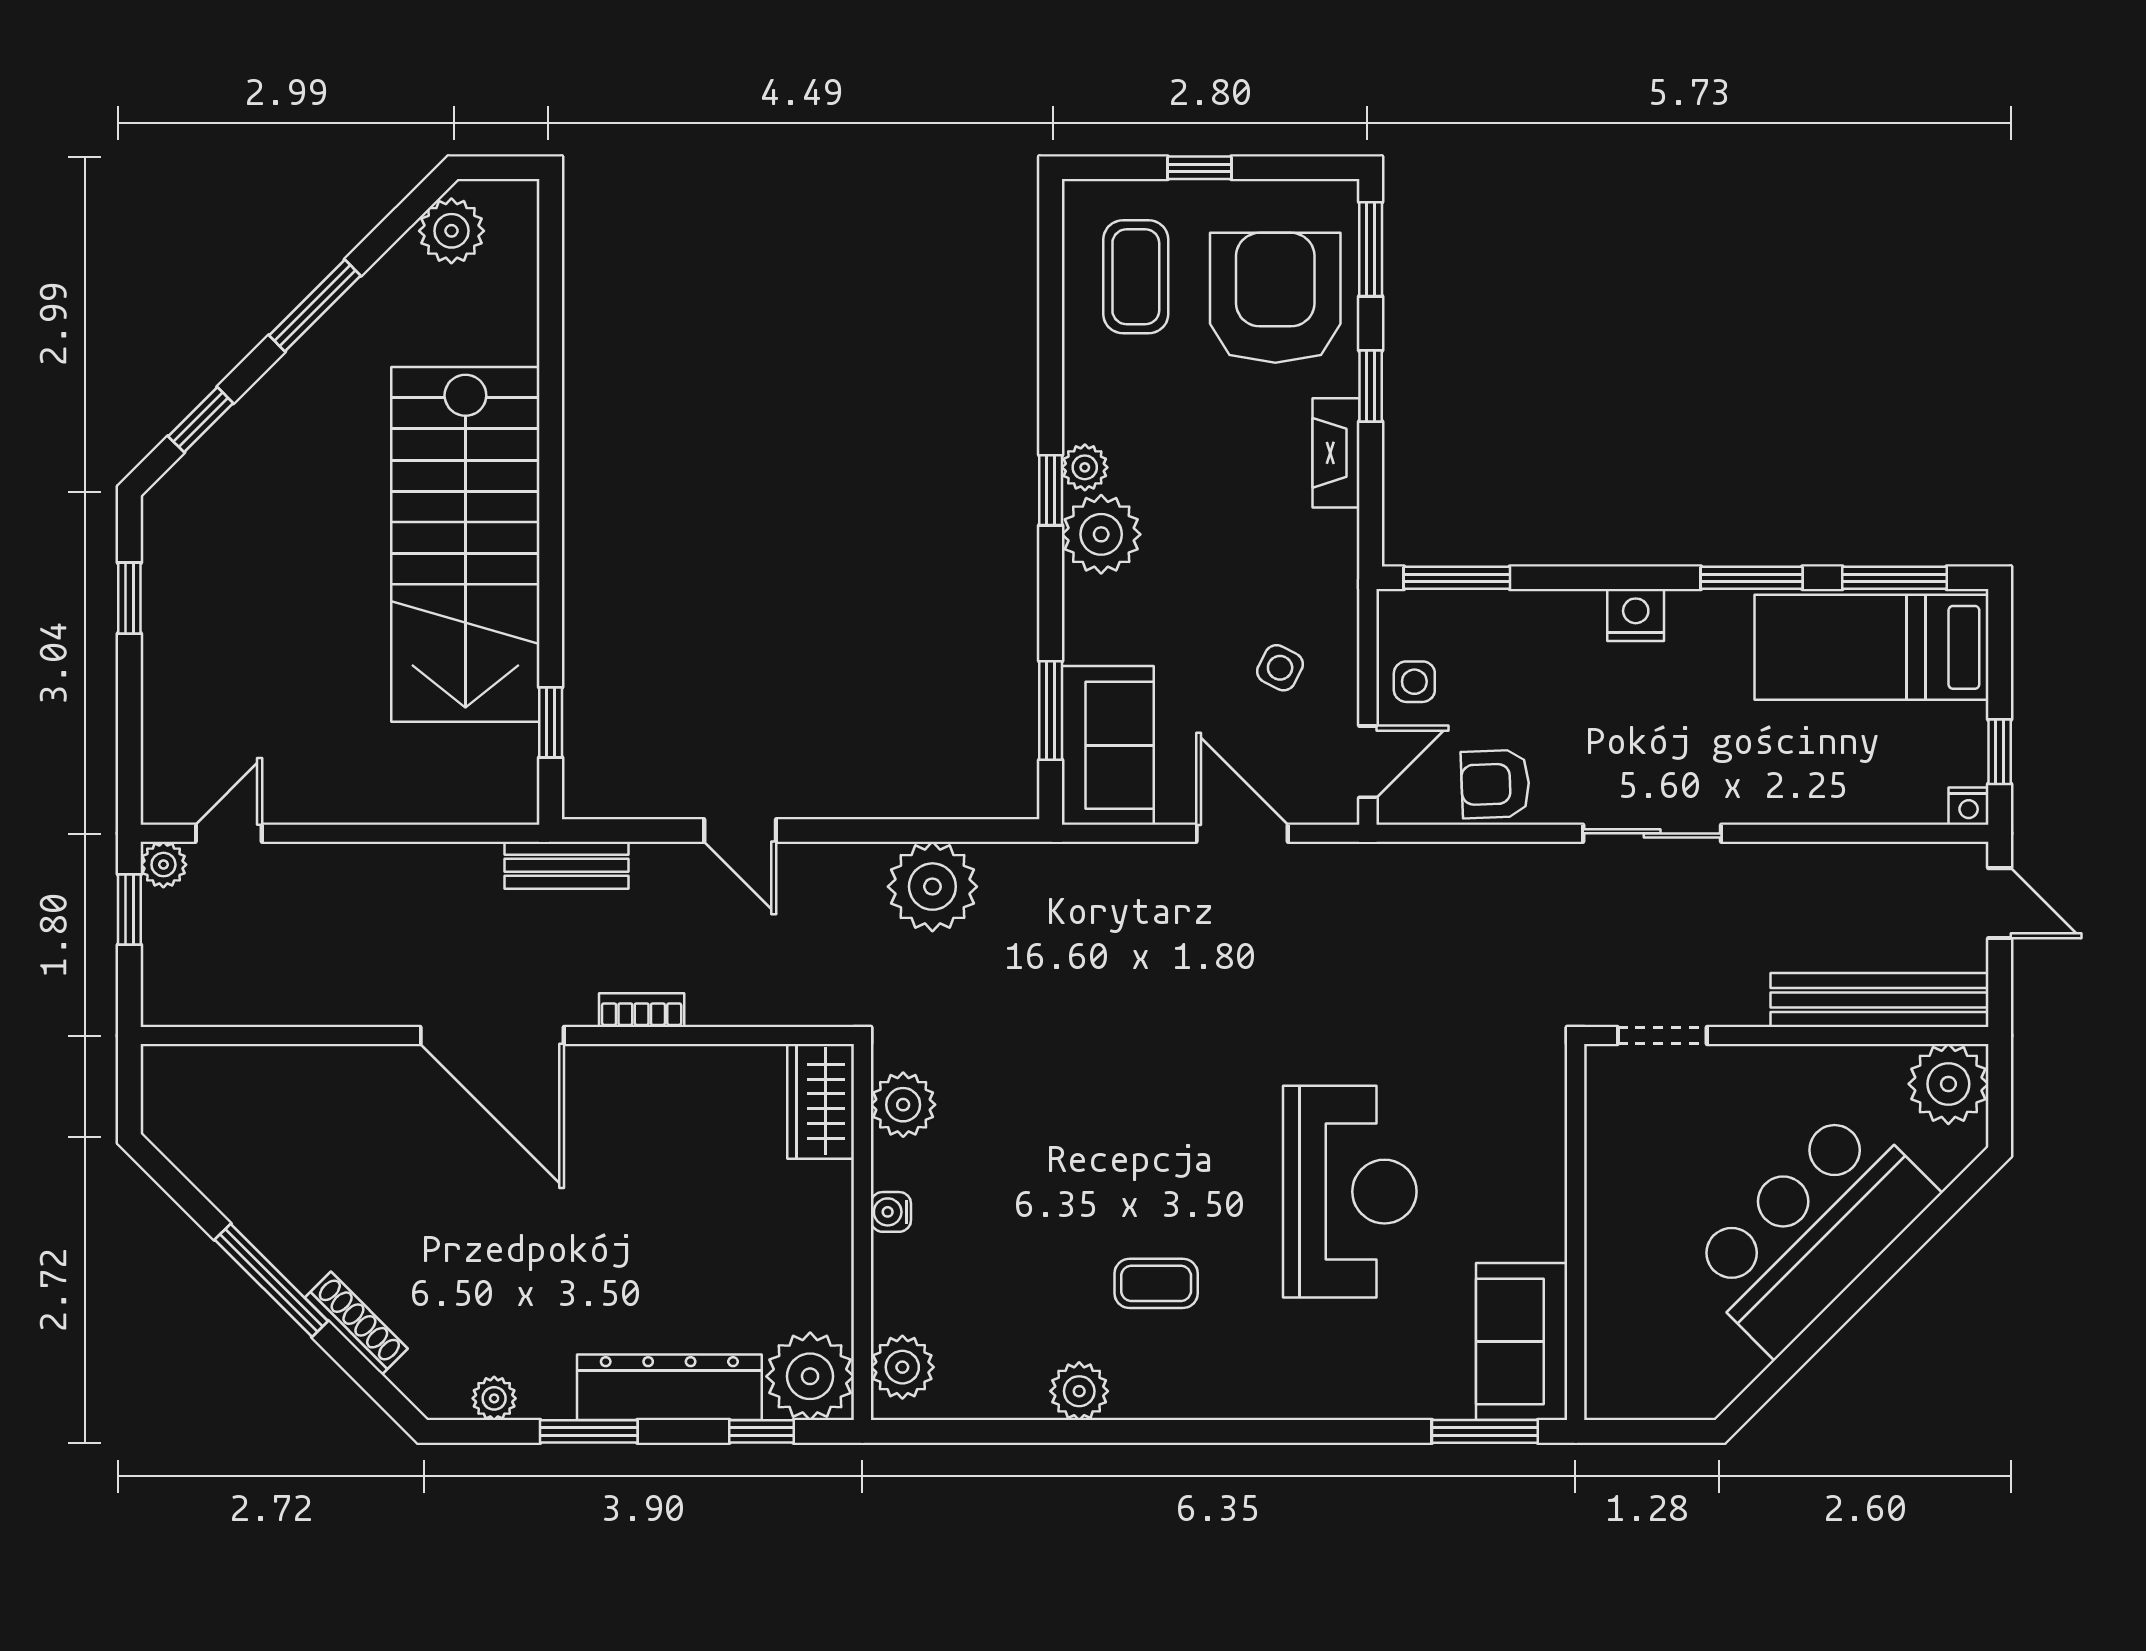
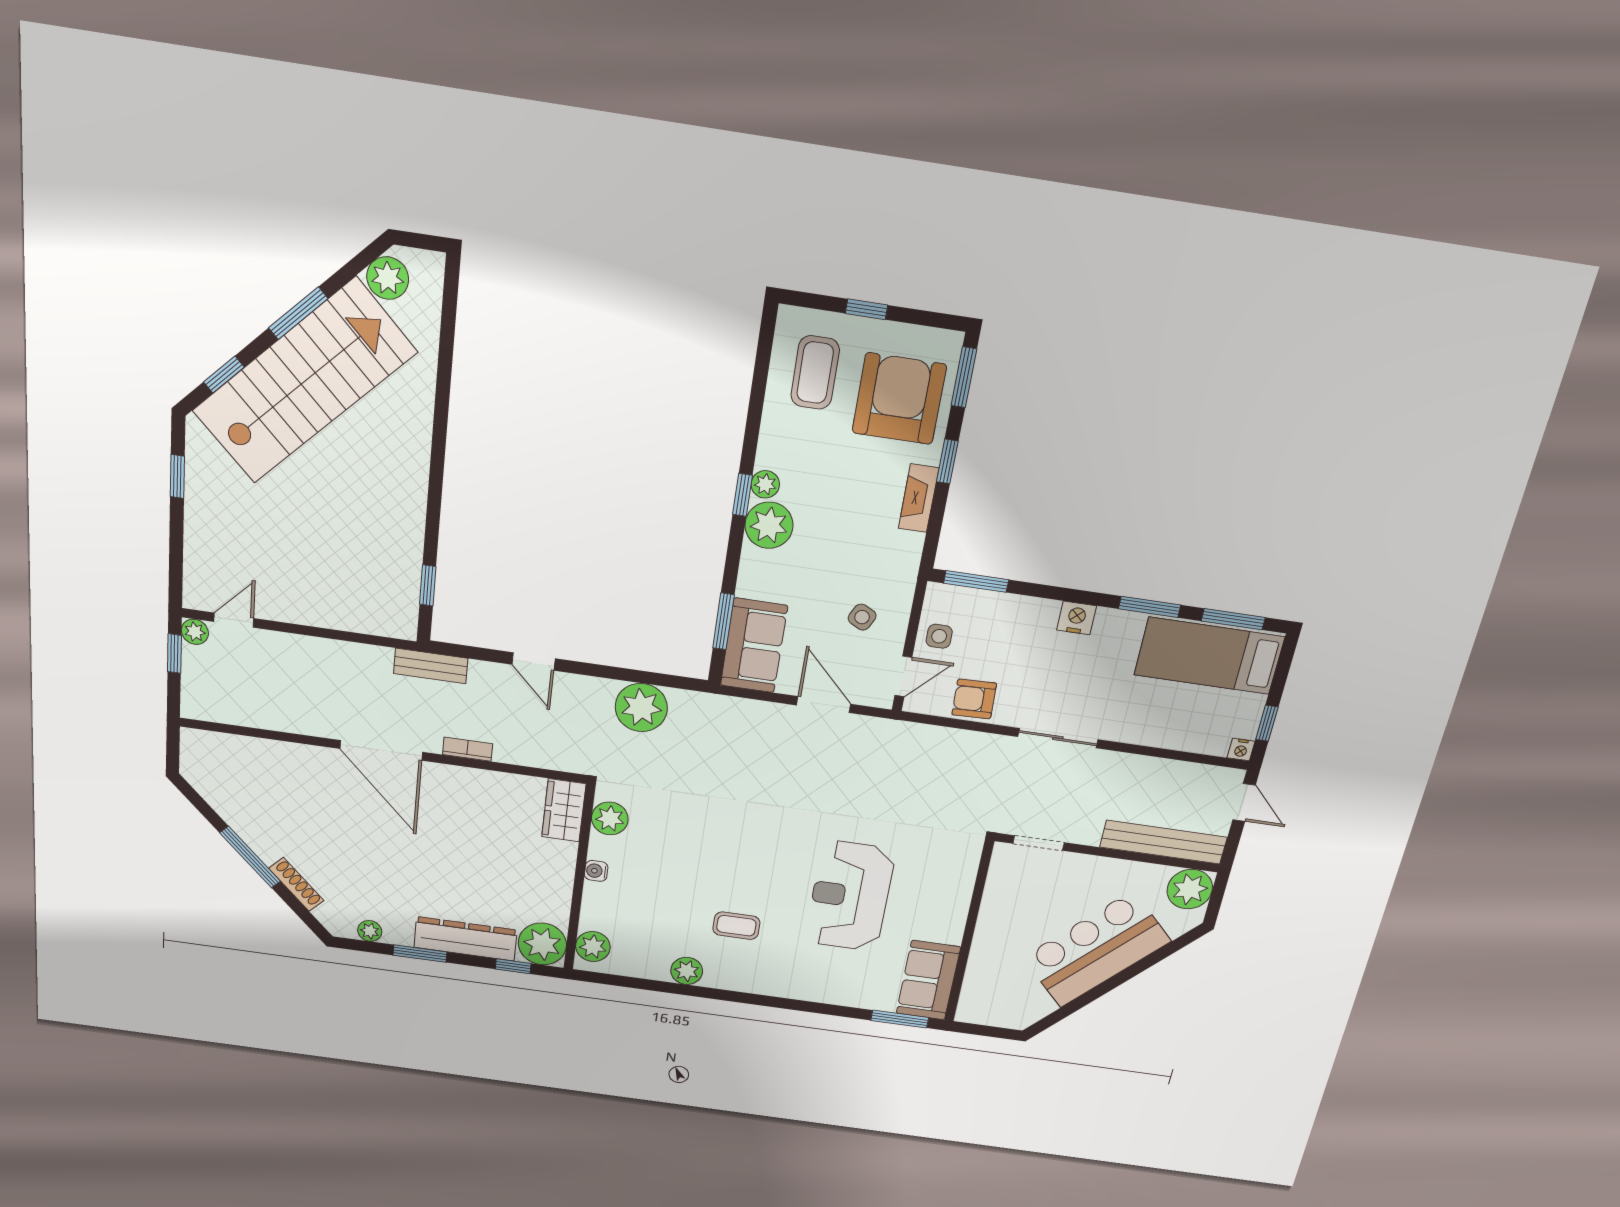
stairs: (465, 544) -> (304, 382), moved, turned -135
reception desk: (1350, 1192) -> (850, 896), turned 180

